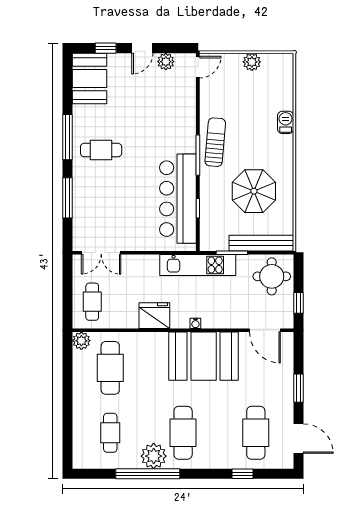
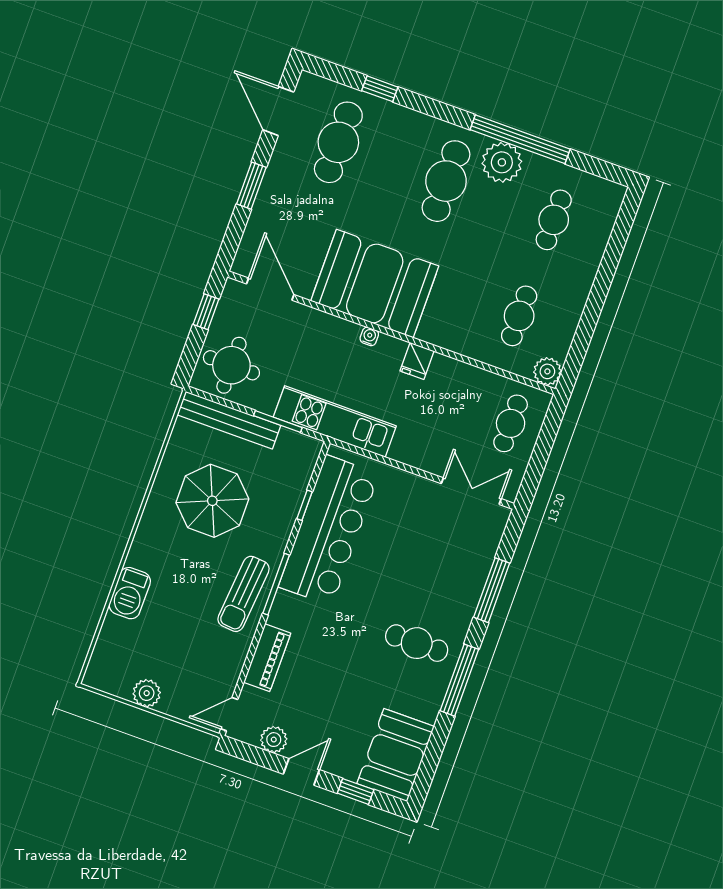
piano: (187, 109) -> (267, 658), added
barbecue: (286, 122) -> (130, 593), width x1.38, depth x1.27
fridge: (154, 316) -> (417, 361), width x0.53, depth x0.75
cafe table: (110, 368) -> (519, 316), width x0.73, depth x0.74

